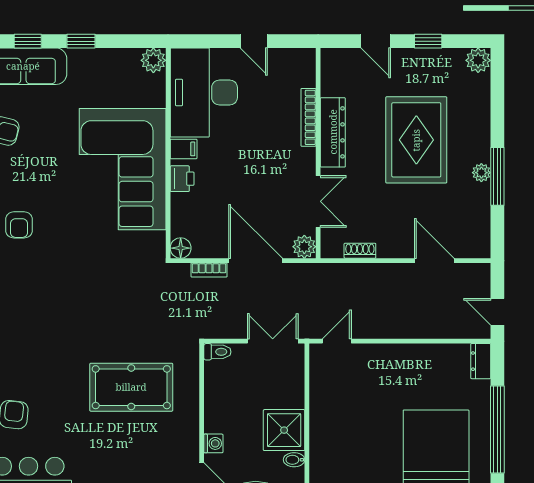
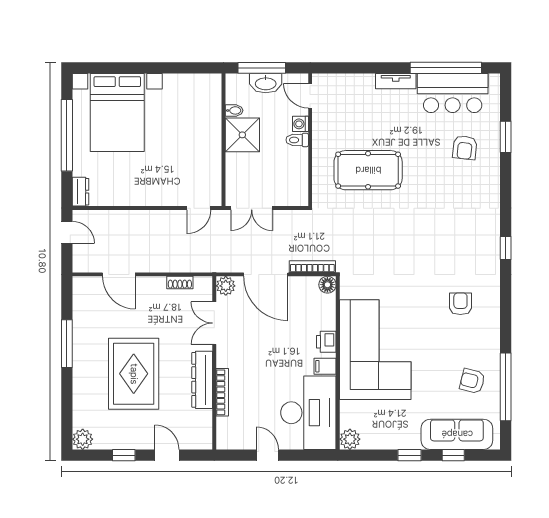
plant: (481, 173) -> (80, 347), removed
bookcase: (209, 270) -> (312, 267), width x1.56
toilet: (217, 352) -> (297, 140), moved

